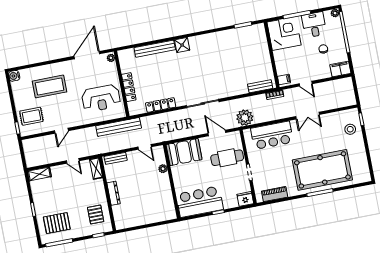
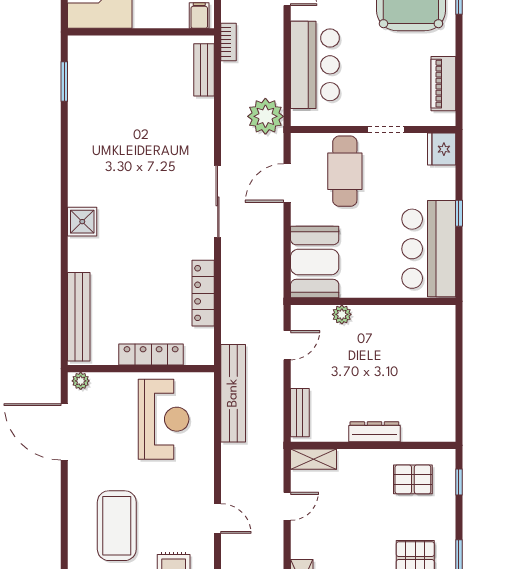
bench: (155, 49) -> (79, 317), moved

